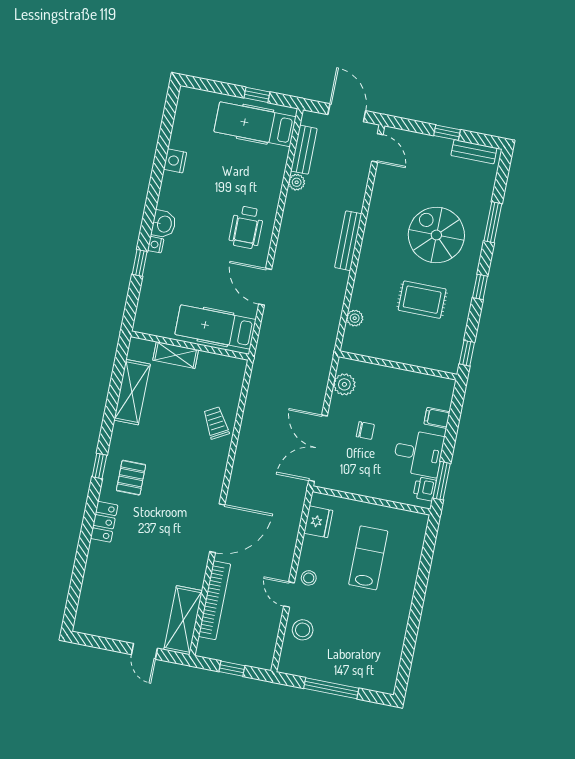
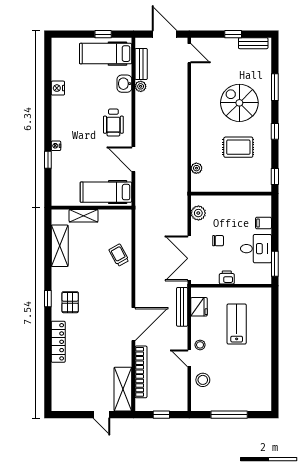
washbasin: (164, 224) -> (124, 84), moved, turned 180
bench: (348, 241) -> (182, 307), moved
printer: (425, 489) -> (227, 277), moved, turned 90
locker: (104, 522) -> (58, 342), width x1.53

